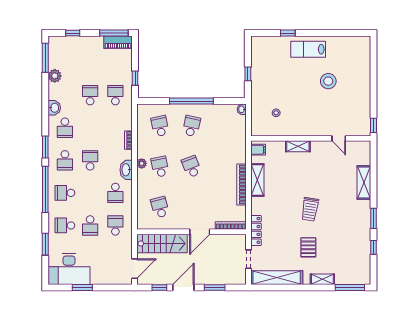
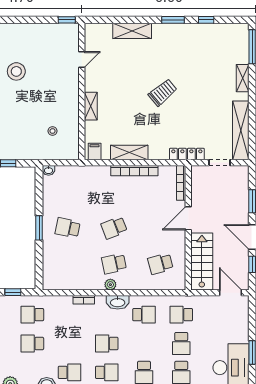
window: (191, 101) -> (39, 228), width x0.47
school desk: (160, 126) -> (68, 264), removed
trolley: (310, 209) -> (163, 92), turned -49
school desk: (90, 225) -> (181, 344), turned 90
door: (200, 232) -> (188, 218), swing flipped
pallet: (308, 247) -> (206, 94), removed

